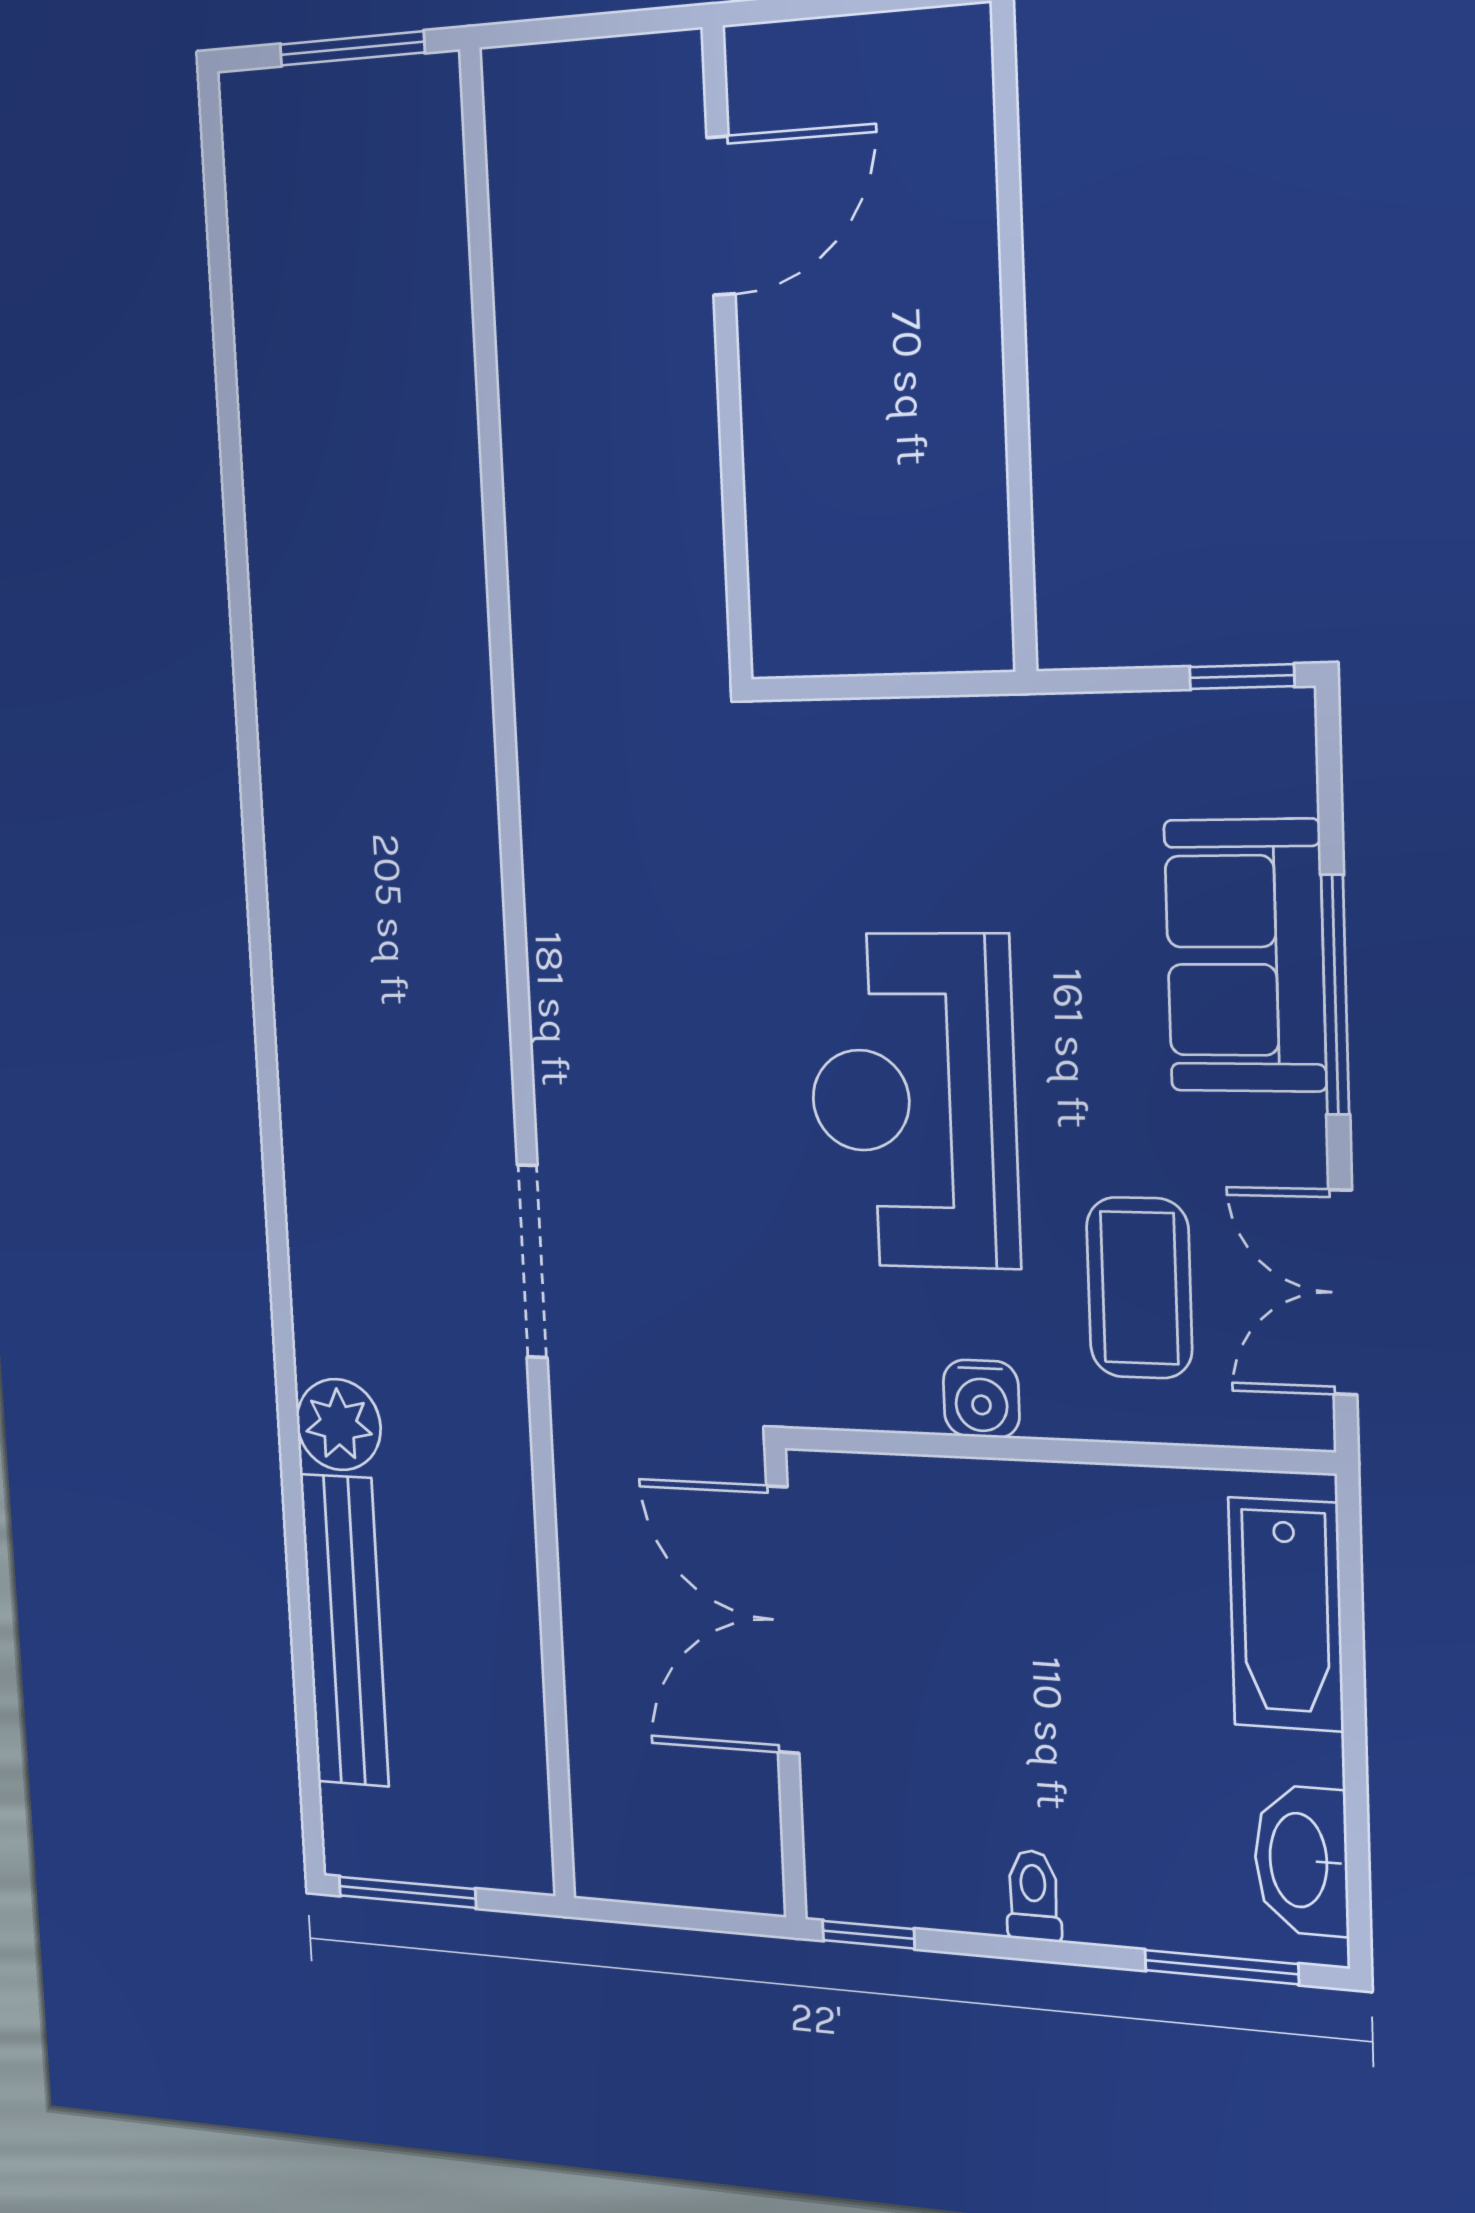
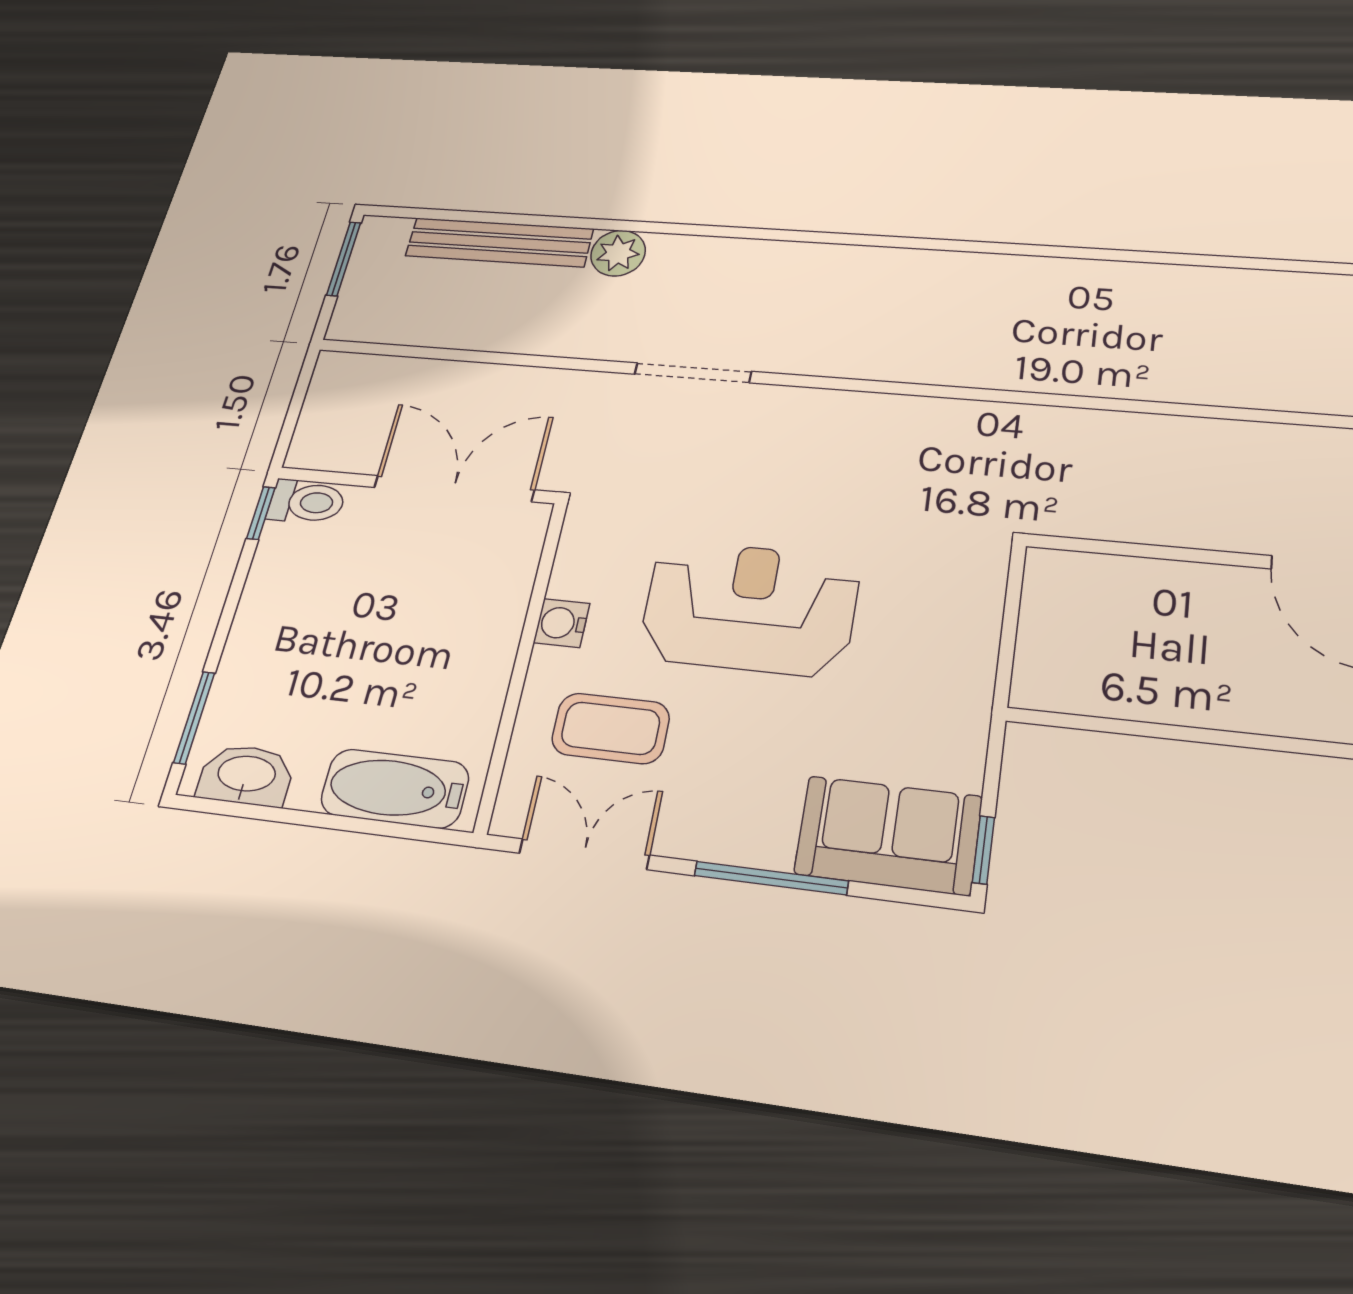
sofa: (1245, 956) -> (888, 835), moved
toilet: (1033, 1896) -> (307, 502), moved, width x1.37, depth x1.39

